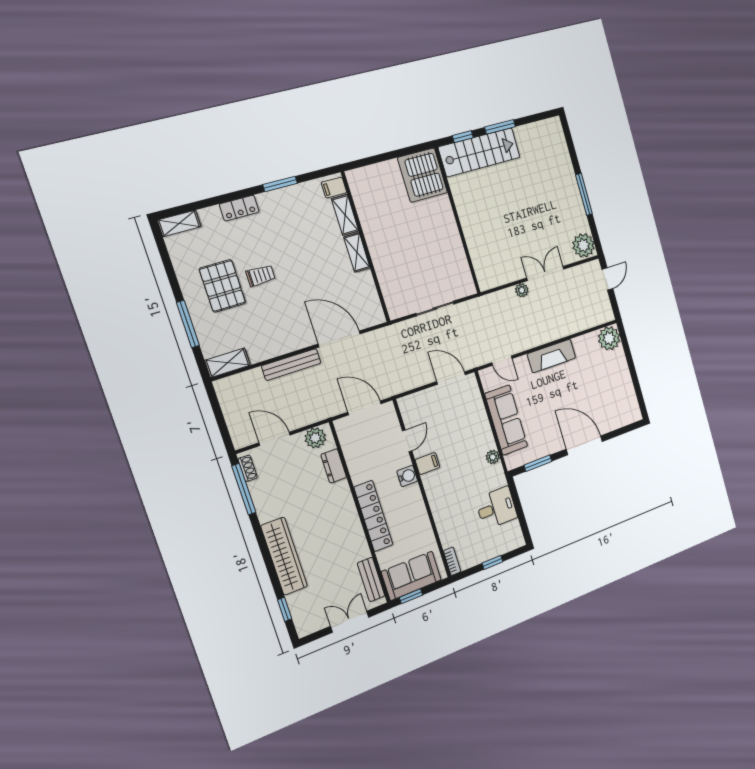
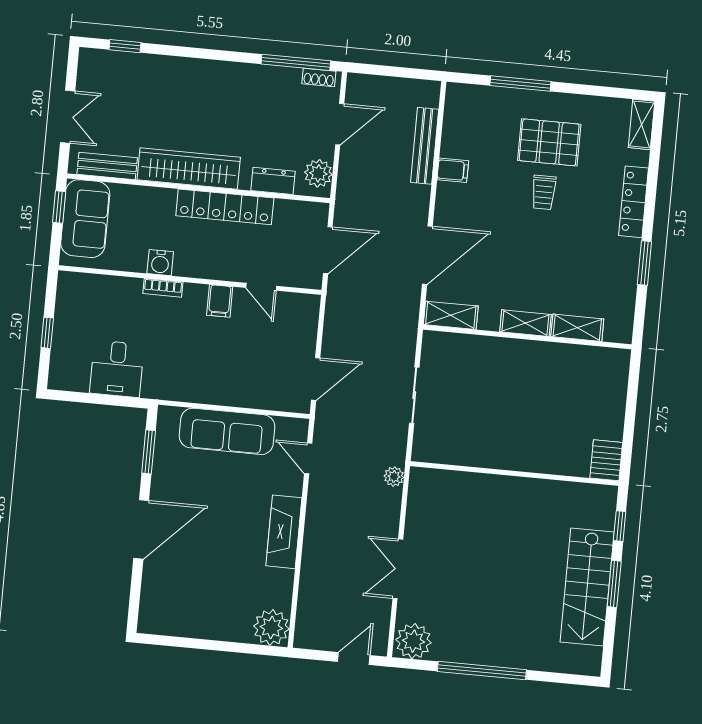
stairs: (479, 152) -> (587, 587), moved
server rack: (423, 175) -> (606, 460), width x0.46, depth x0.70
filing cabinet: (334, 188) -> (453, 170), moved, turned 90
window: (584, 194) -> (482, 671), width x1.46
locker: (239, 208) -> (634, 202), width x1.53
double door: (545, 274) -> (398, 569), swing flipped
door: (607, 279) -> (354, 658), swing flipped
plant: (522, 290) -> (394, 477), moved
door: (502, 361) -> (308, 458), hinge flipped
shelving: (228, 363) -> (451, 315), moved, turned 90
bench: (291, 365) -> (425, 146), moved
plant: (493, 457) -> (187, 392), removed
water cooler: (407, 476) -> (160, 263), moved
locker: (373, 516) -> (225, 207), moved
wardrobe: (284, 556) -> (189, 168), moved, turned 180
bookcase: (452, 561) -> (163, 288), moved

